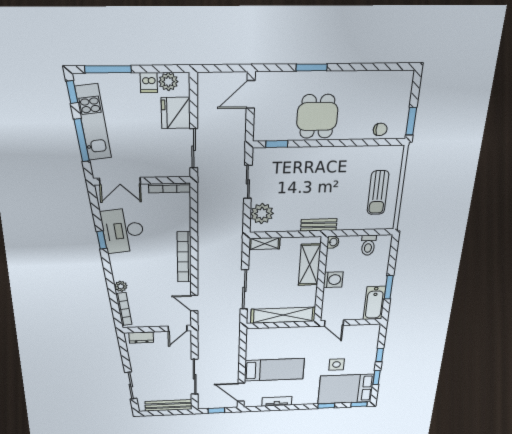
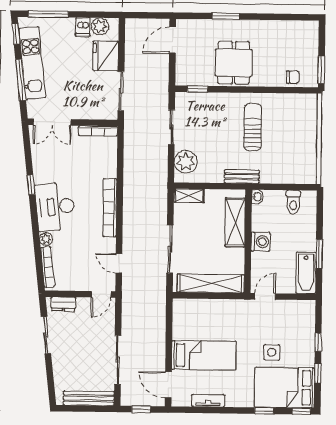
sun lounger: (378, 193) -> (253, 127), moved, turned 180
desk: (123, 231) -> (55, 207), moved
door: (334, 323) -> (265, 296), swing flipped
sliding door: (131, 386) -> (46, 335), moved

